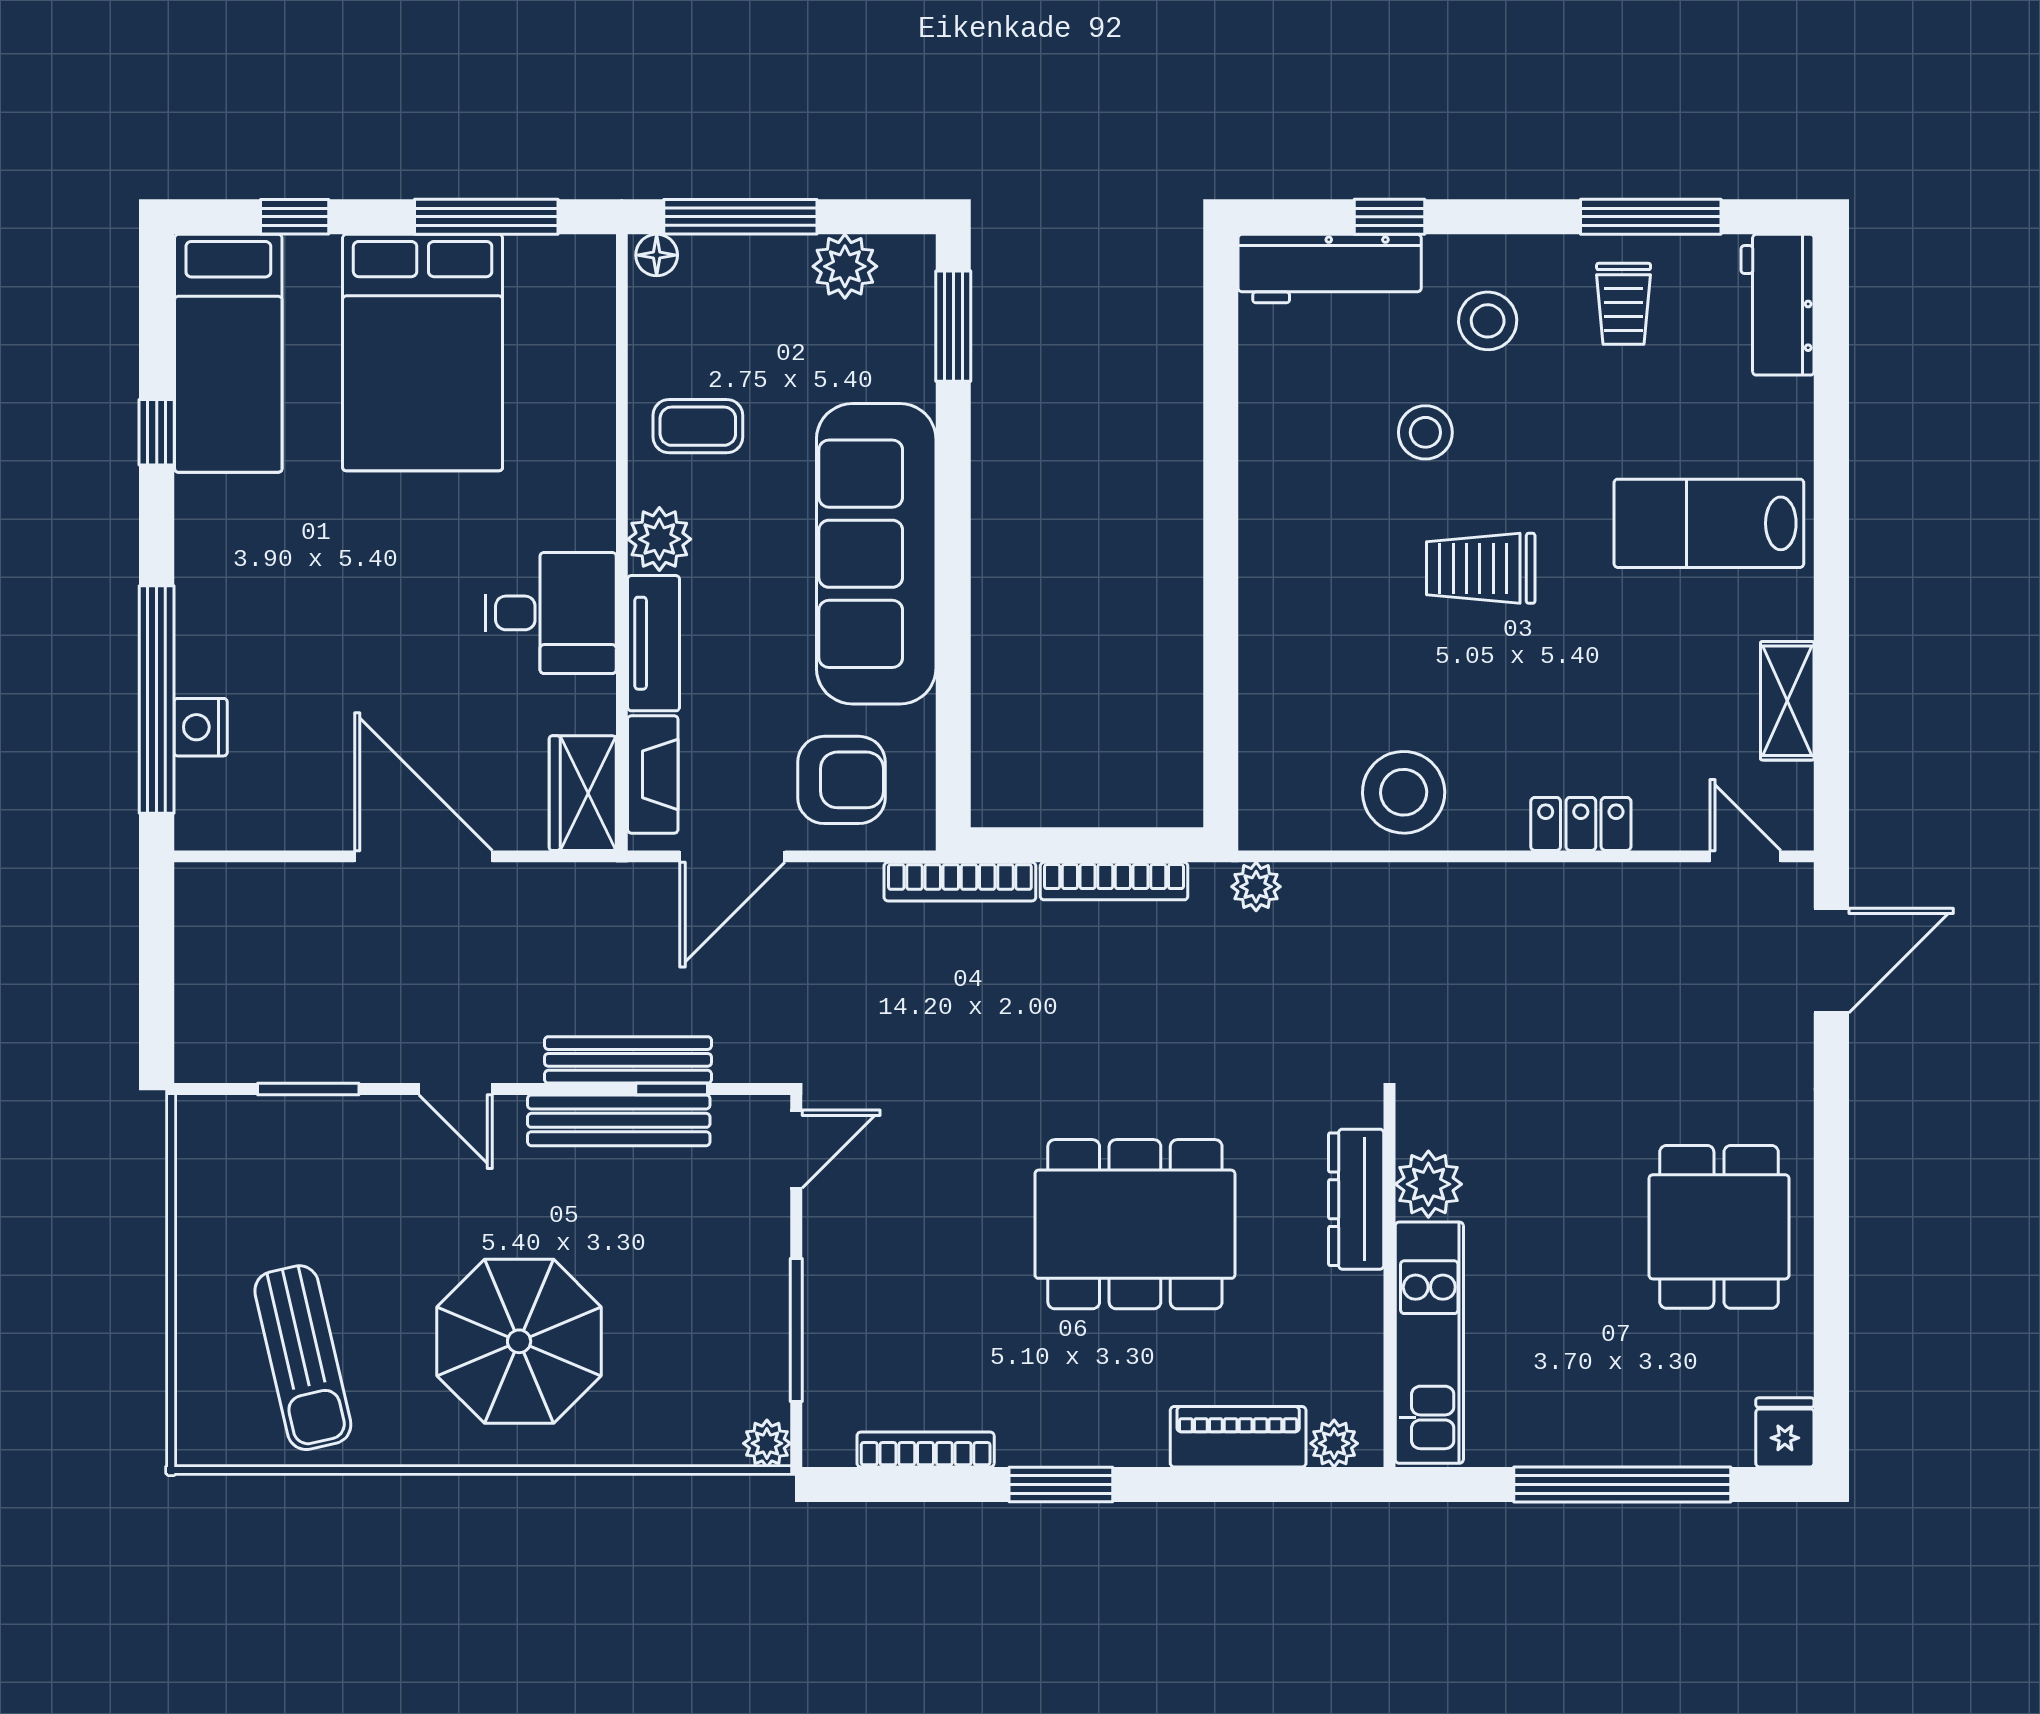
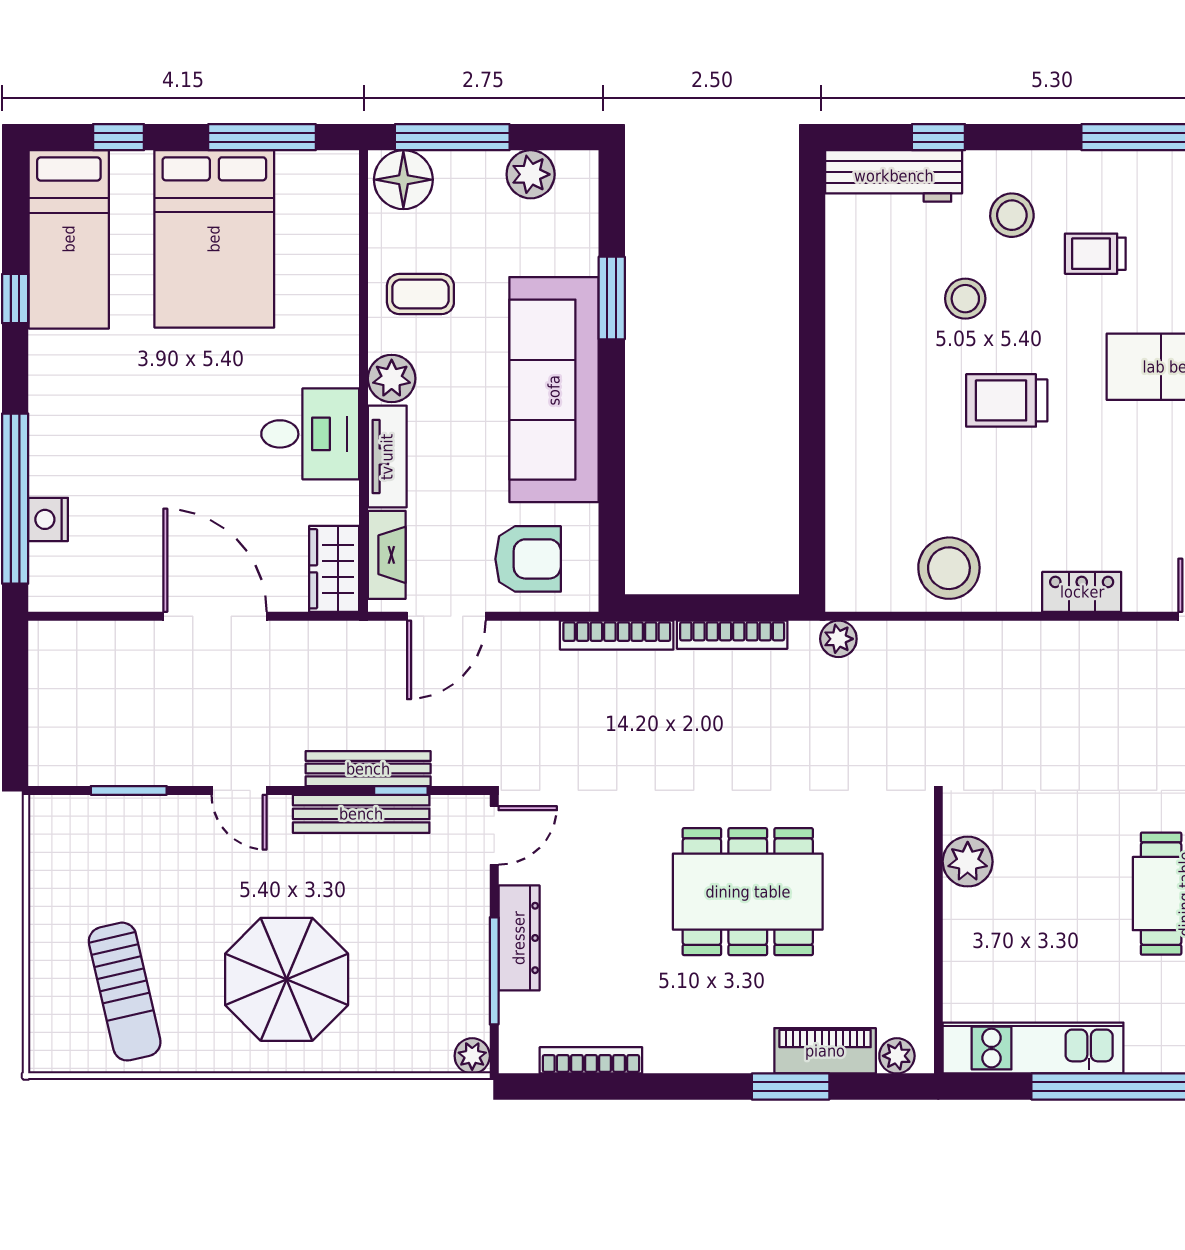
floor lamp: (657, 255) -> (403, 180), width x1.89, depth x1.89
trolley: (1624, 304) -> (1095, 254), moved, turned 90
window: (953, 326) -> (612, 298), moved
dresser: (1356, 1199) -> (519, 938), moved, turned 180
kitchen unit: (1429, 1343) -> (1033, 1048), moved, turned -90
window: (1061, 1484) -> (791, 1087), moved

